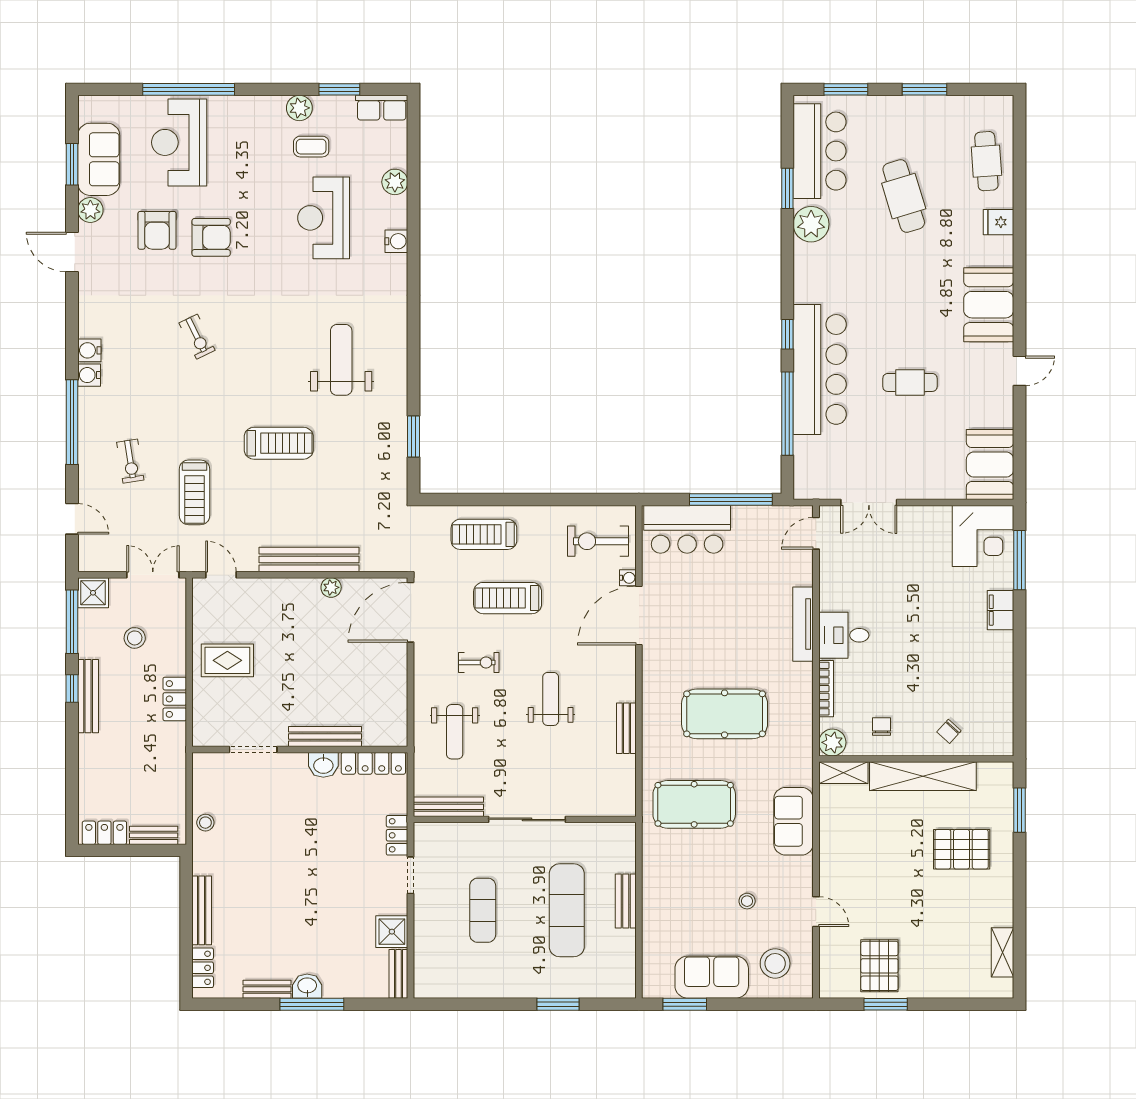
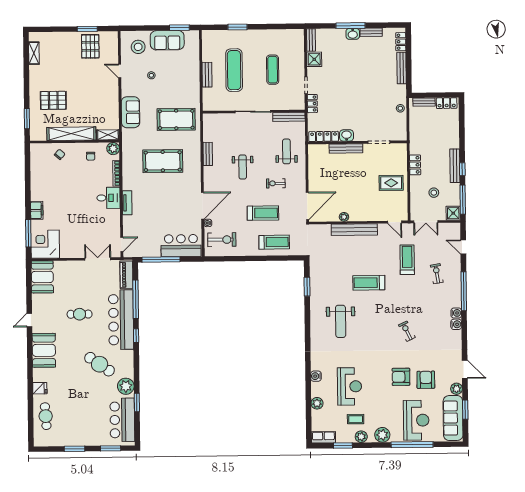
plant: (253, 111) -> (382, 435), added
sofa: (99, 159) -> (453, 418), width x1.36
cafe table: (904, 196) -> (100, 364), moved, turned -38
piano: (807, 467) -> (126, 275), added
tv unit: (803, 624) -> (127, 203), width x0.71

